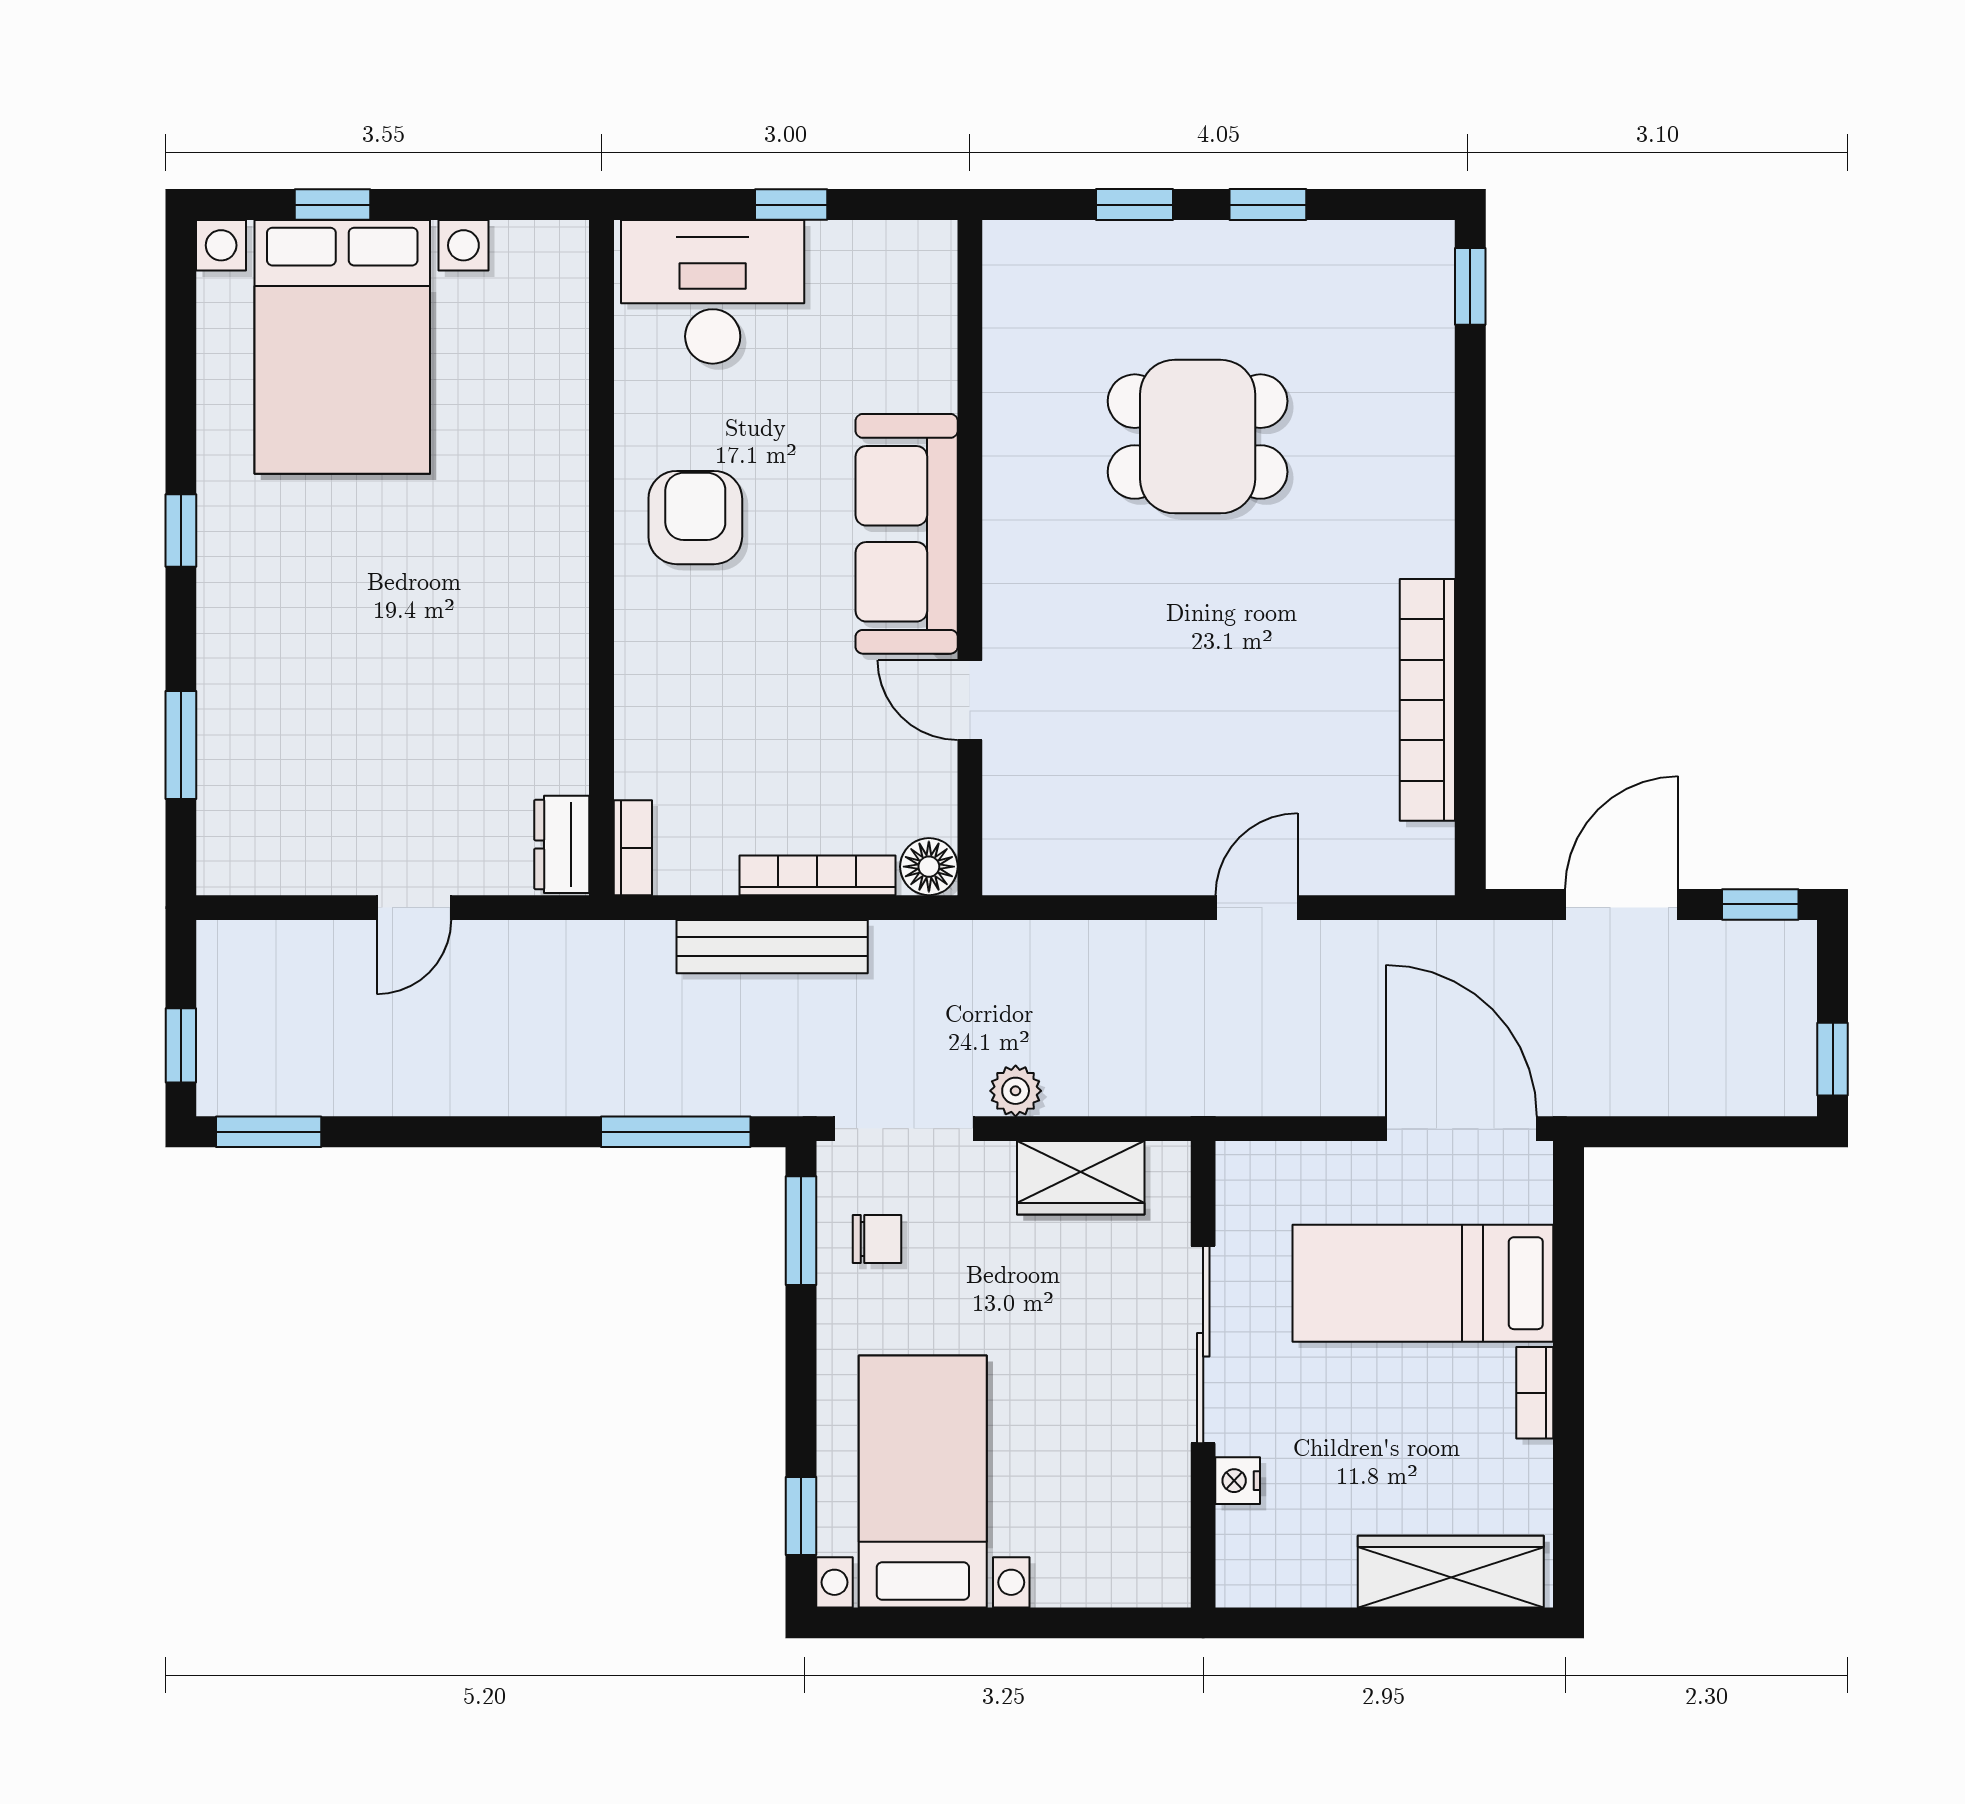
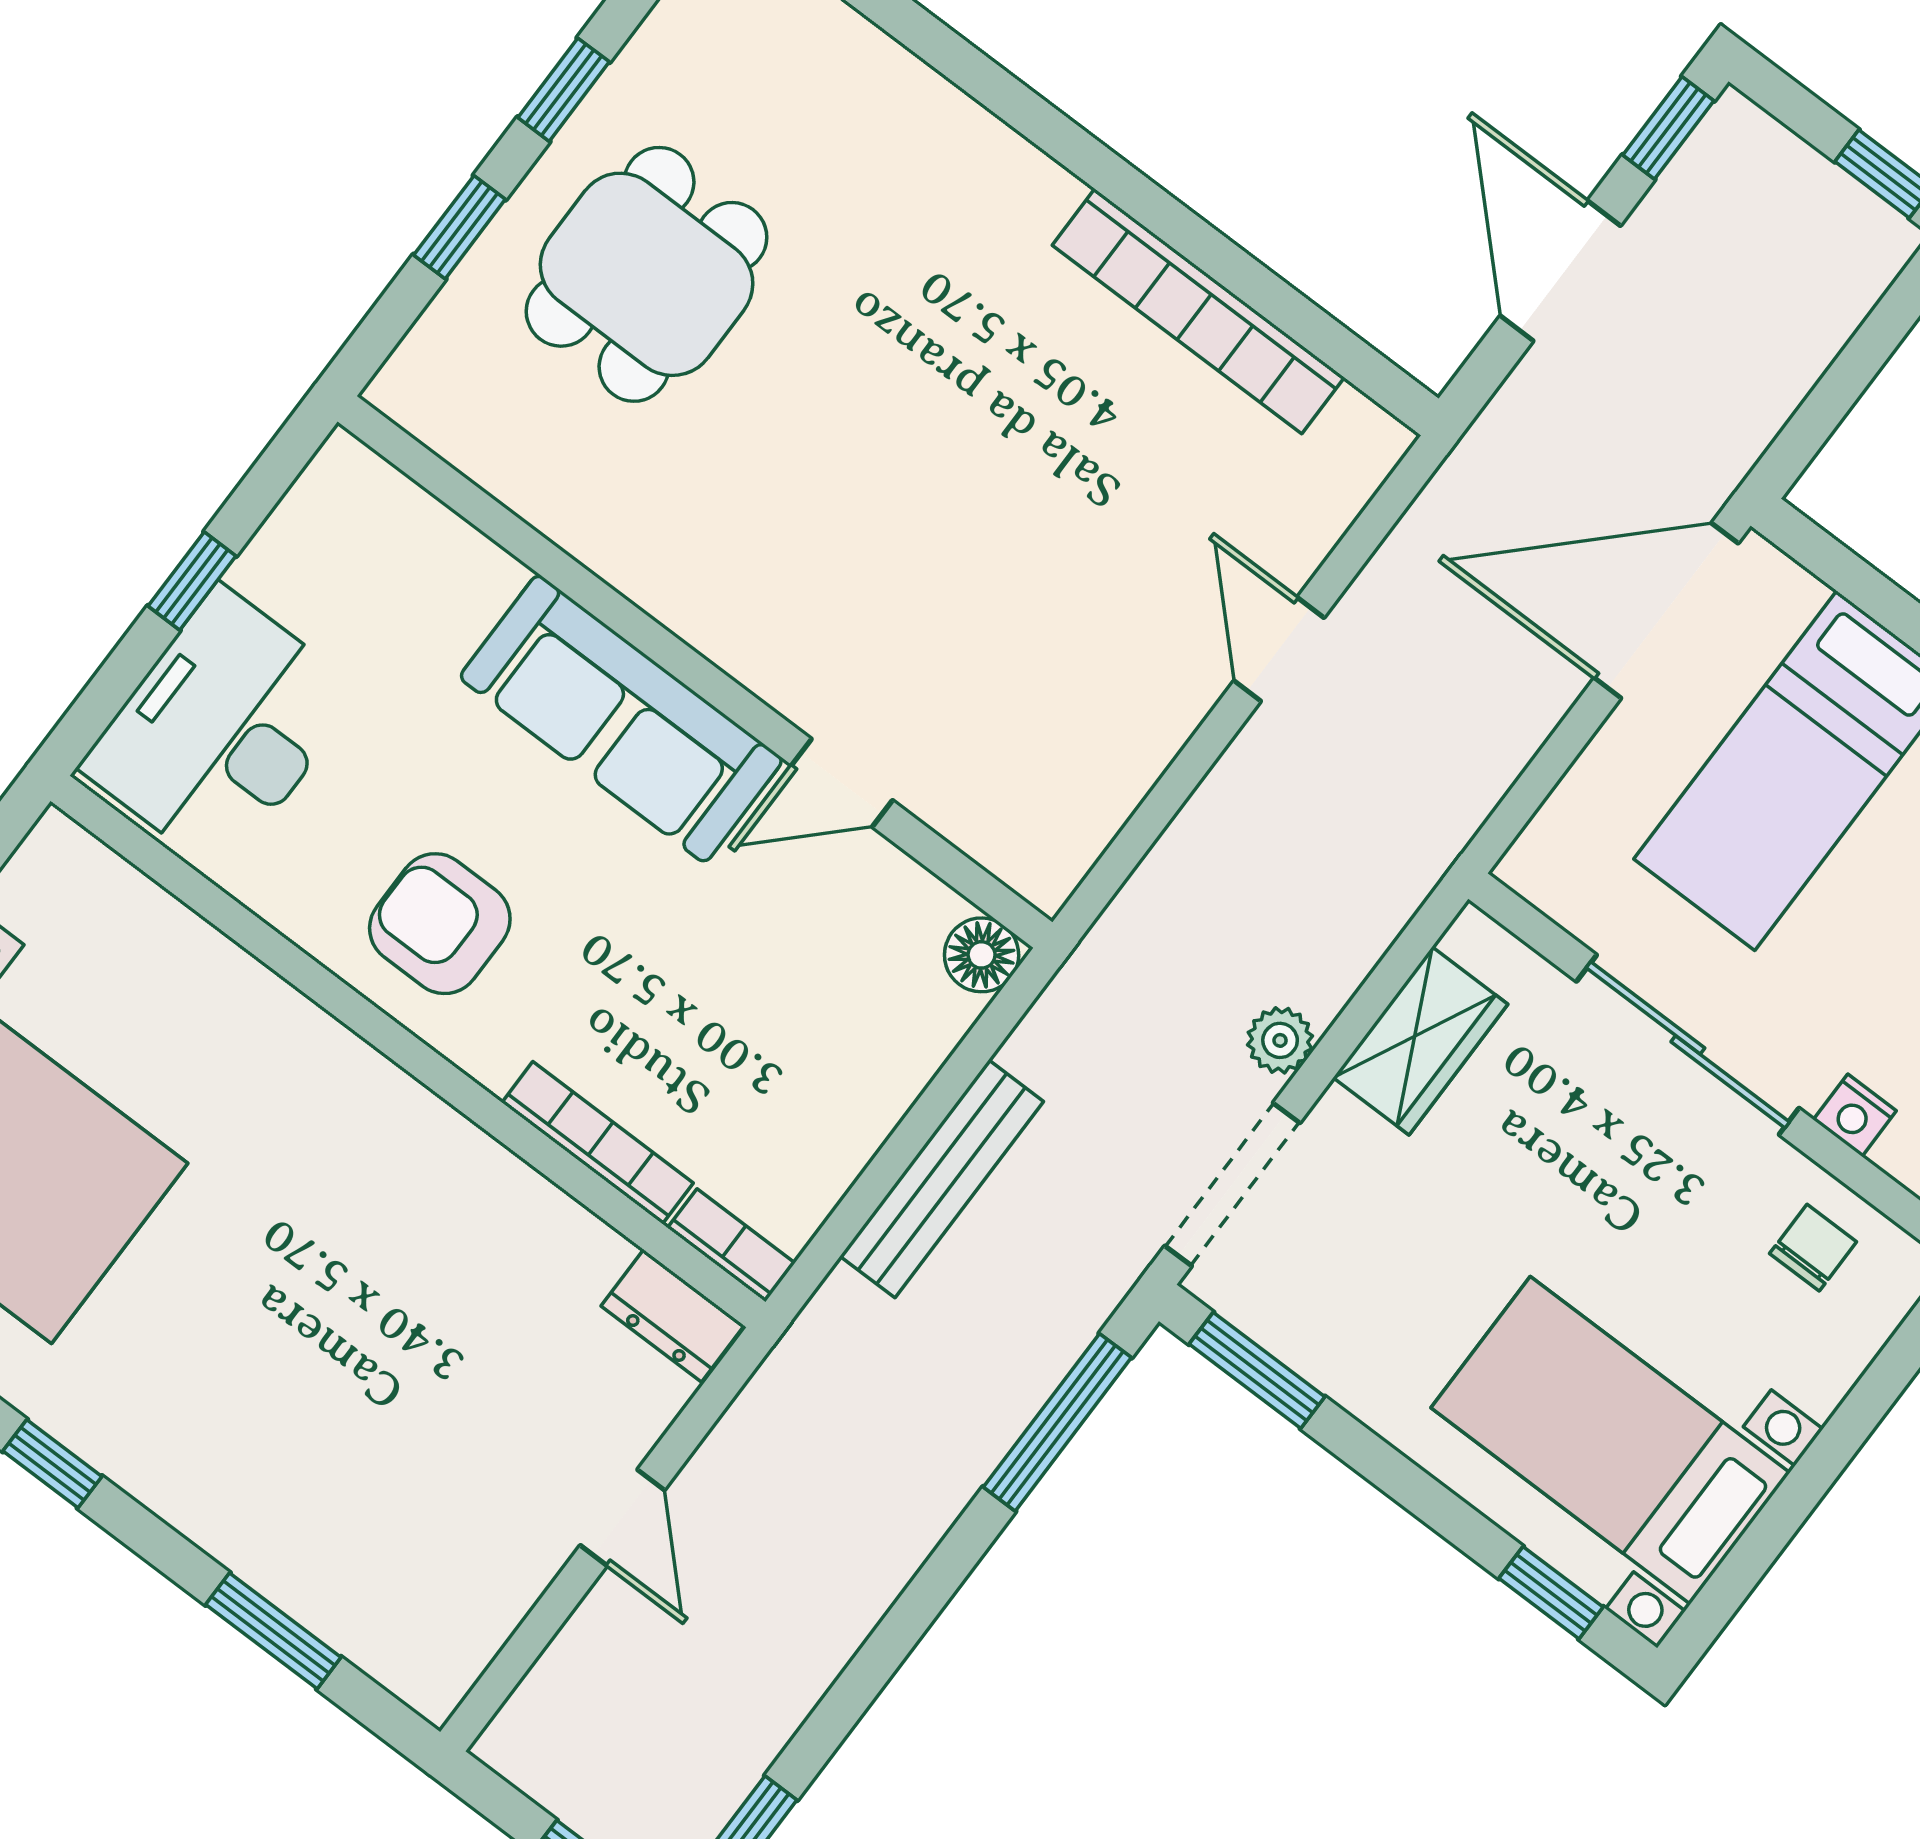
dining table: (1198, 437) -> (647, 274), moved
bookcase: (817, 875) -> (598, 1143), moved, turned 90
chair: (877, 1239) -> (1813, 1248), moved

